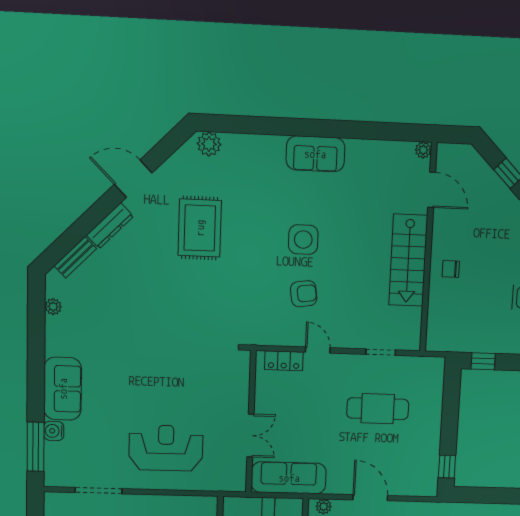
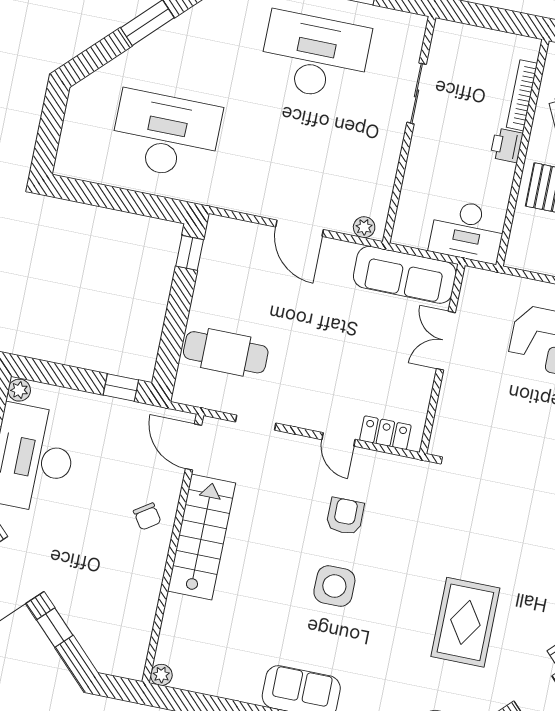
door: (432, 190) -> (194, 447), moved
chair: (451, 269) -> (147, 516), turned 56
armchair: (304, 294) -> (345, 516), turned 98
cafe table: (378, 409) -> (226, 352), moved

